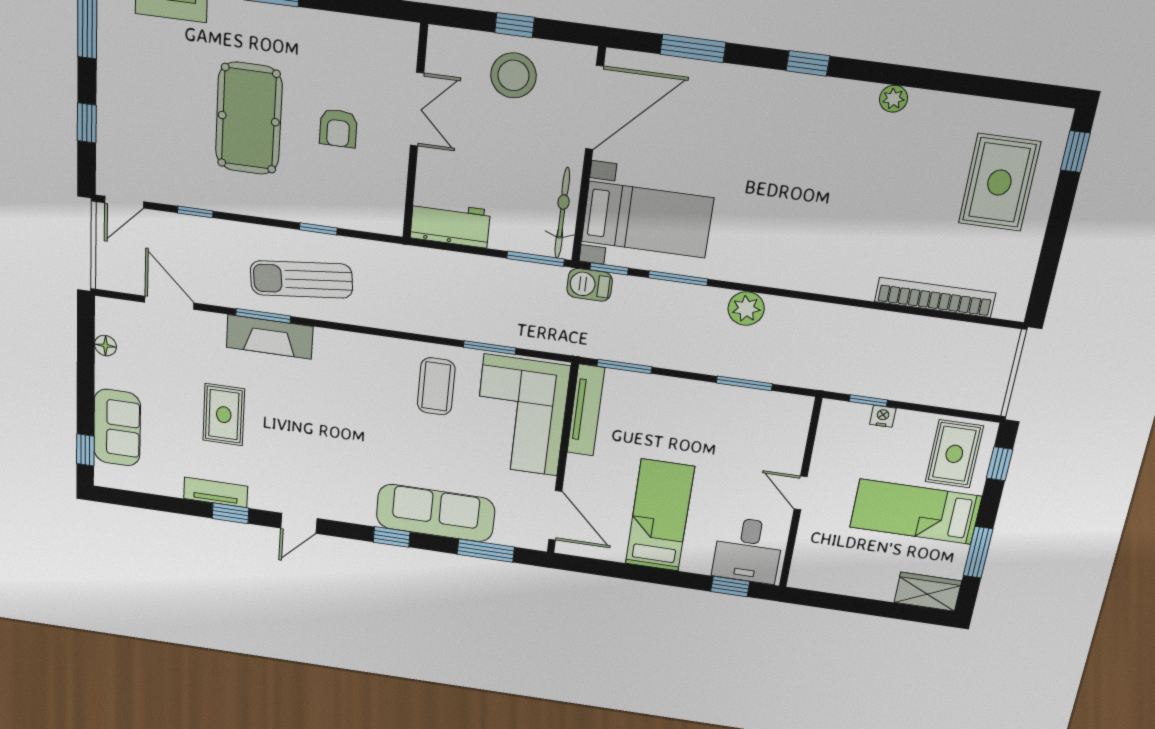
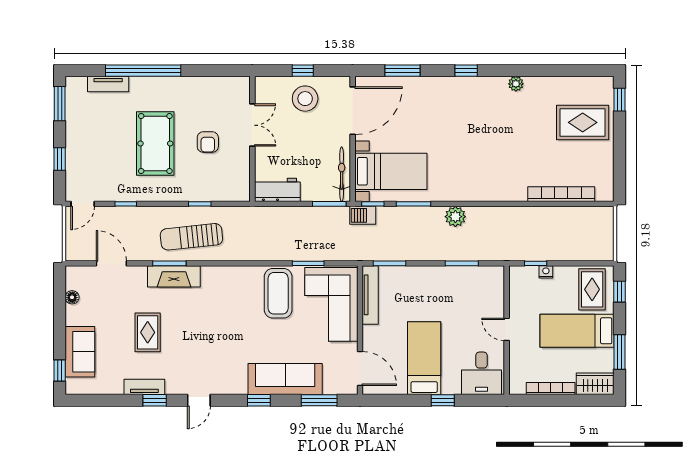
rug: (999, 183) -> (583, 122), turned 90
coffee table: (436, 386) -> (278, 293), width x1.36, depth x1.32
window: (730, 586) -> (443, 400), moved
bookcase: (855, 588) -> (551, 389), added

